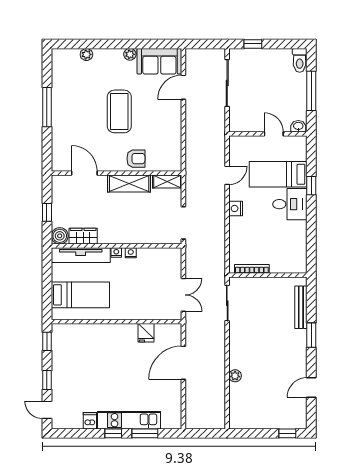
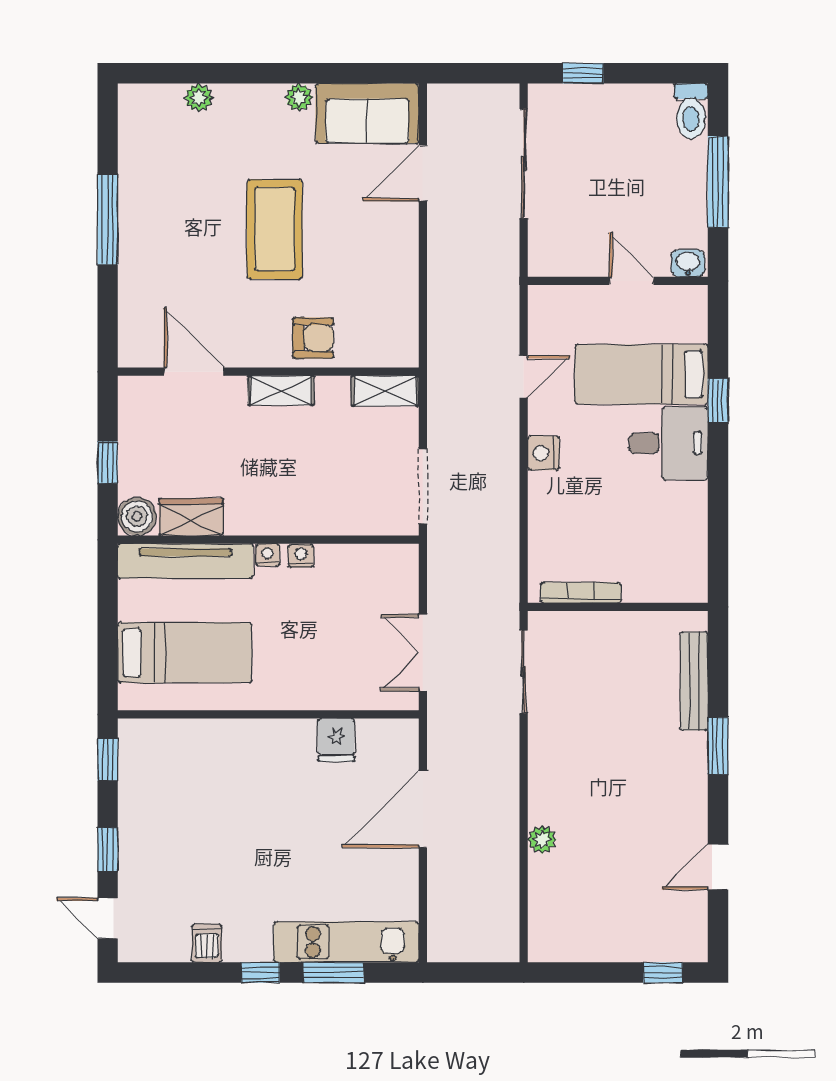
shelving: (129, 183) -> (281, 391), width x0.67, depth x0.75
double door: (183, 295) -> (423, 653), swing flipped
kitchen unit: (129, 420) -> (346, 942), moved

